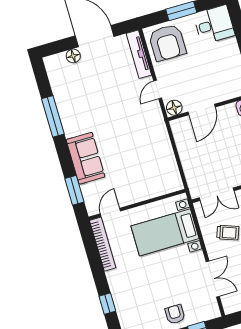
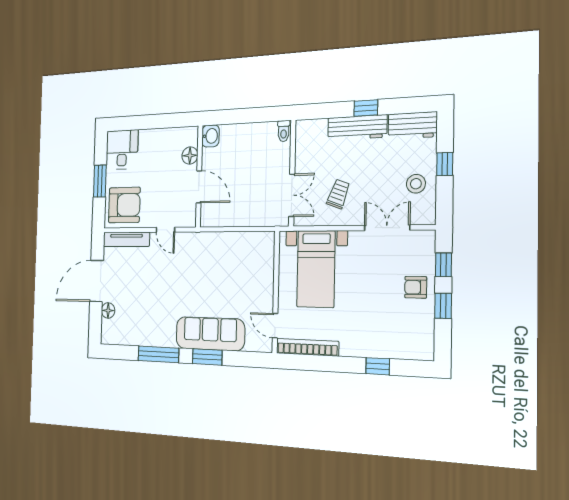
floor lamp: (174, 108) -> (190, 155), moved
sofa: (86, 158) -> (210, 334), width x1.36
window: (74, 190) -> (207, 357), moved

